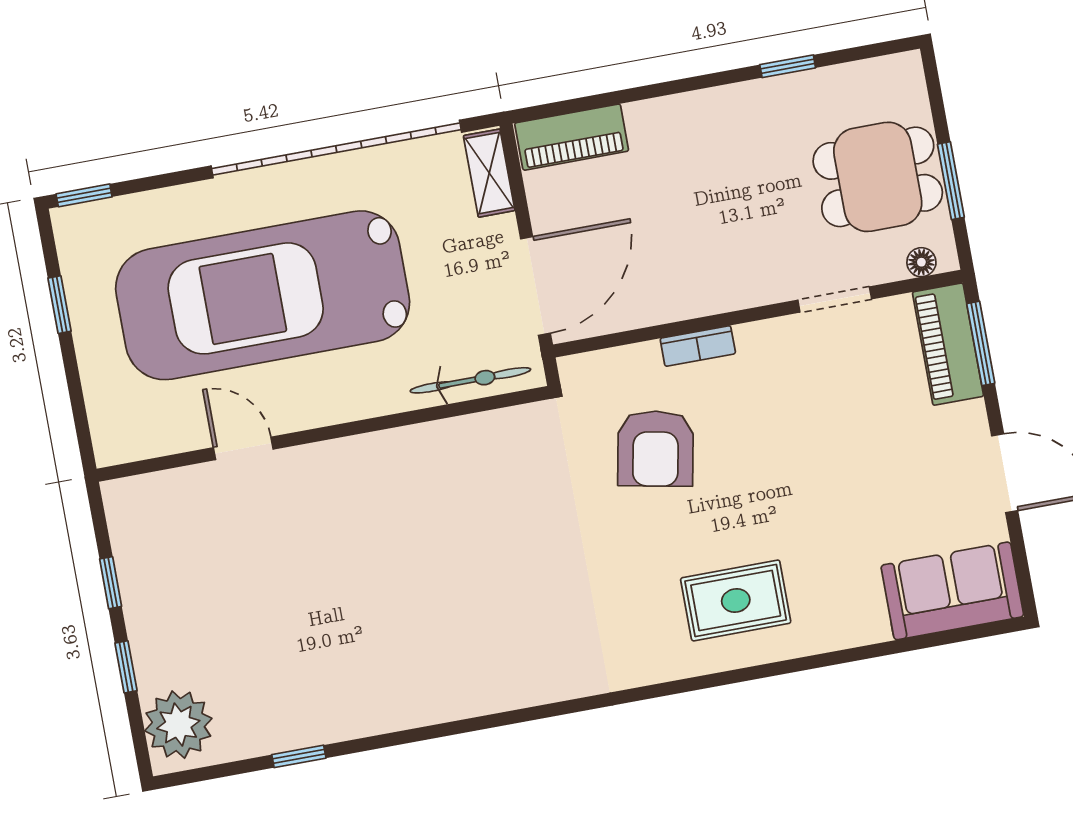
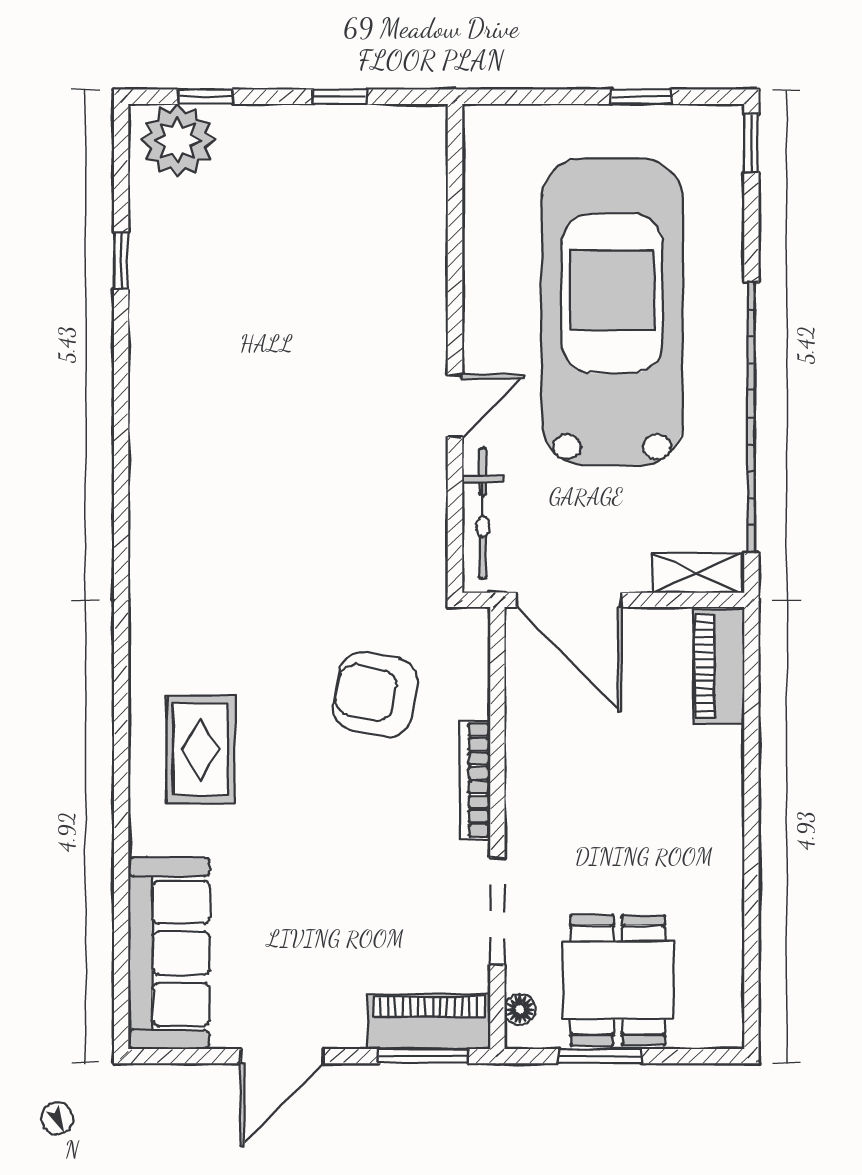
window: (788, 66) -> (751, 907), removed
doorway: (835, 300) -> (497, 911), width x1.38
bookcase: (698, 346) -> (475, 780), width x1.56
door: (243, 448) -> (455, 406), moved
sofa: (952, 591) -> (169, 953), width x1.36
window: (126, 667) -> (206, 97), moved

